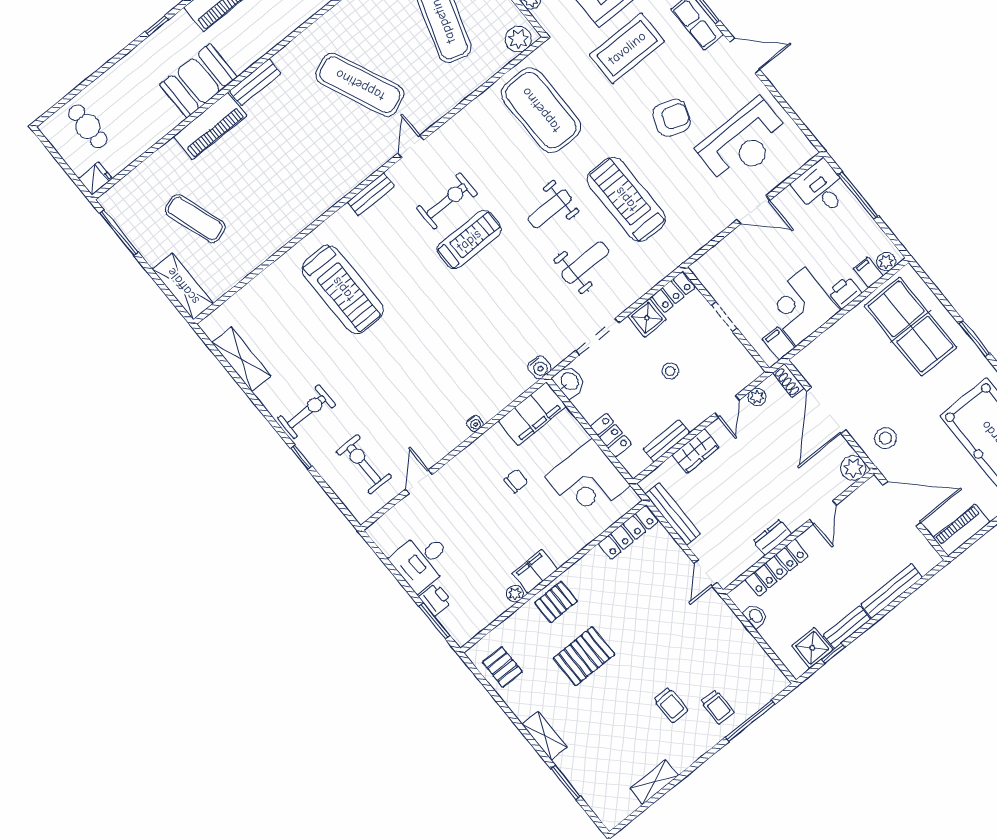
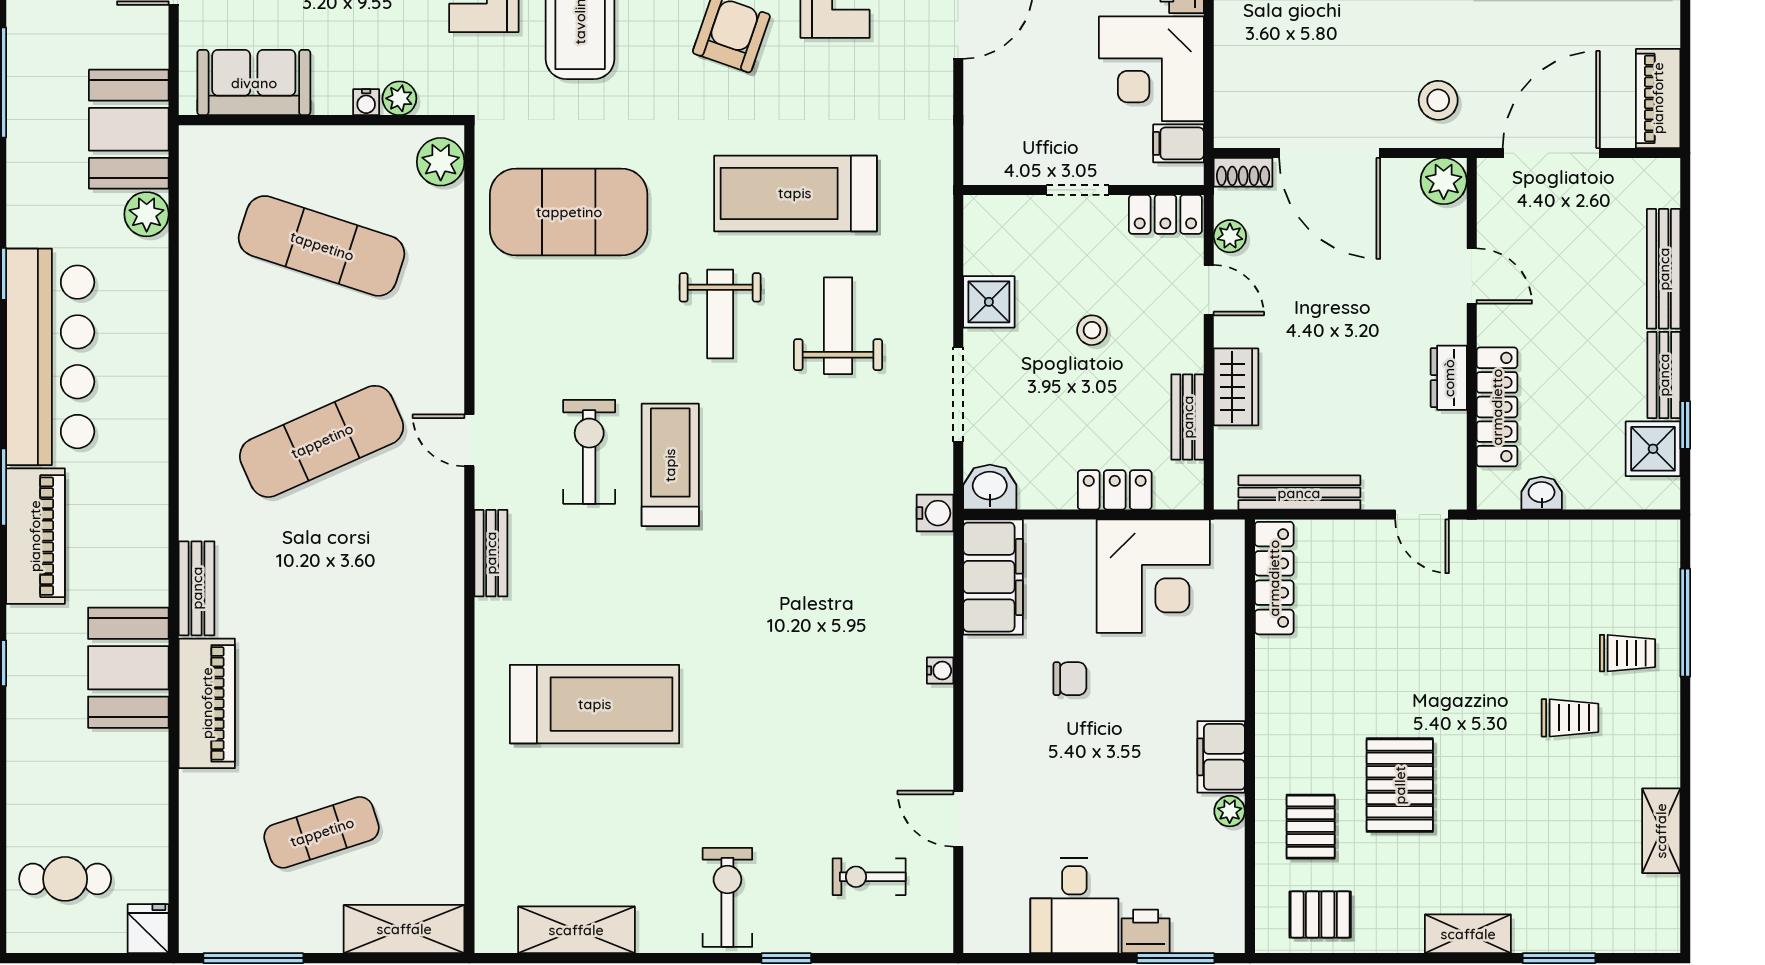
locker: (673, 292) -> (1165, 214), moved, turned 90
exercise bike: (364, 464) -> (869, 877), width x0.73, depth x0.72
chair: (516, 481) -> (1070, 679), turned 90
pallet: (556, 602) -> (1311, 827), moved

